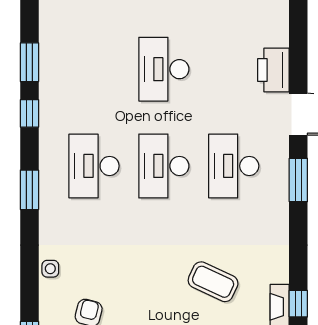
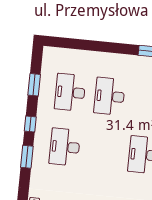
window: (29, 113) -> (30, 124), moved
desk: (164, 166) -> (70, 92), moved

